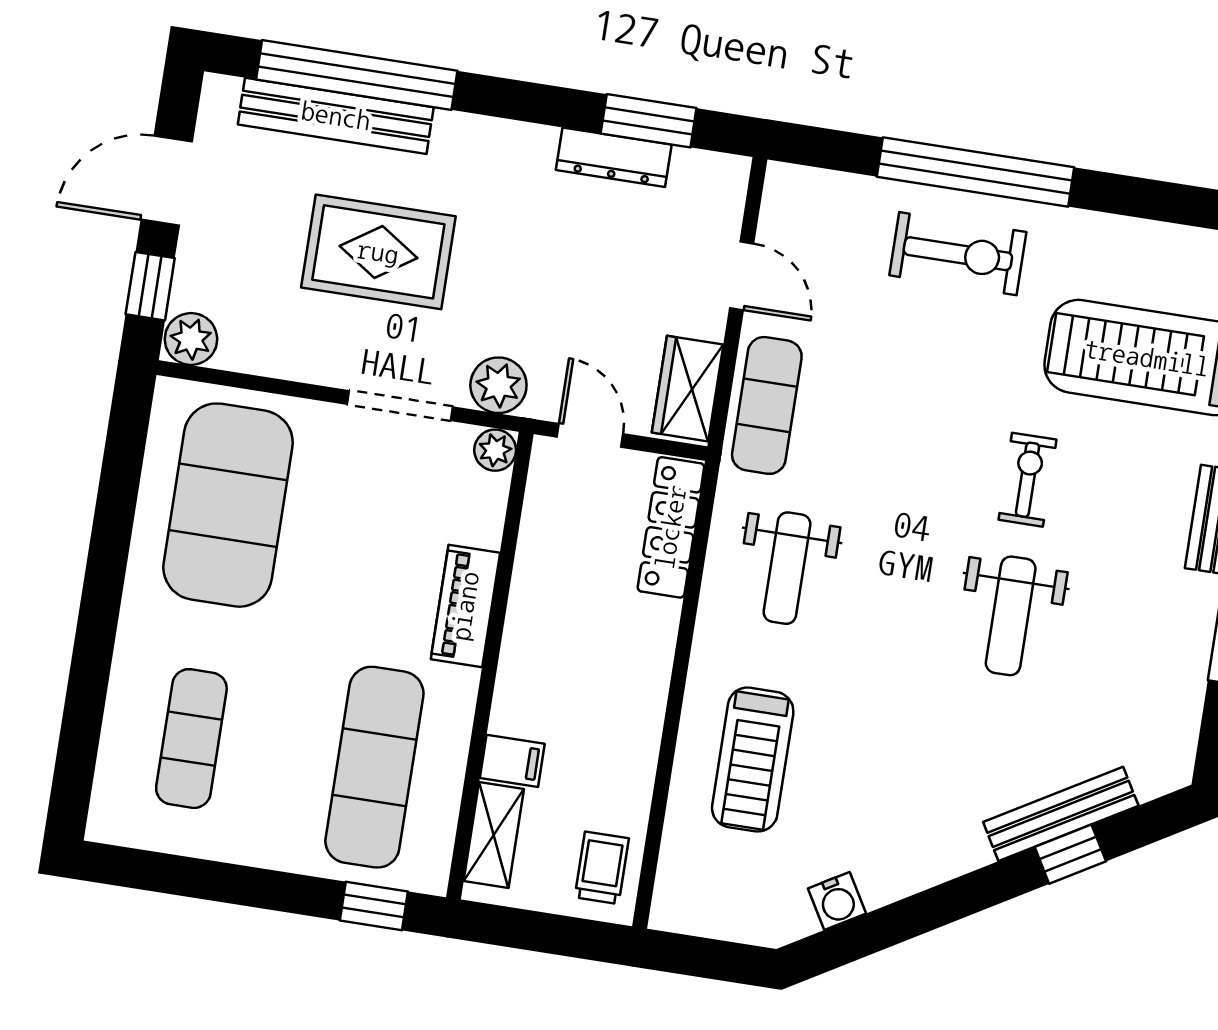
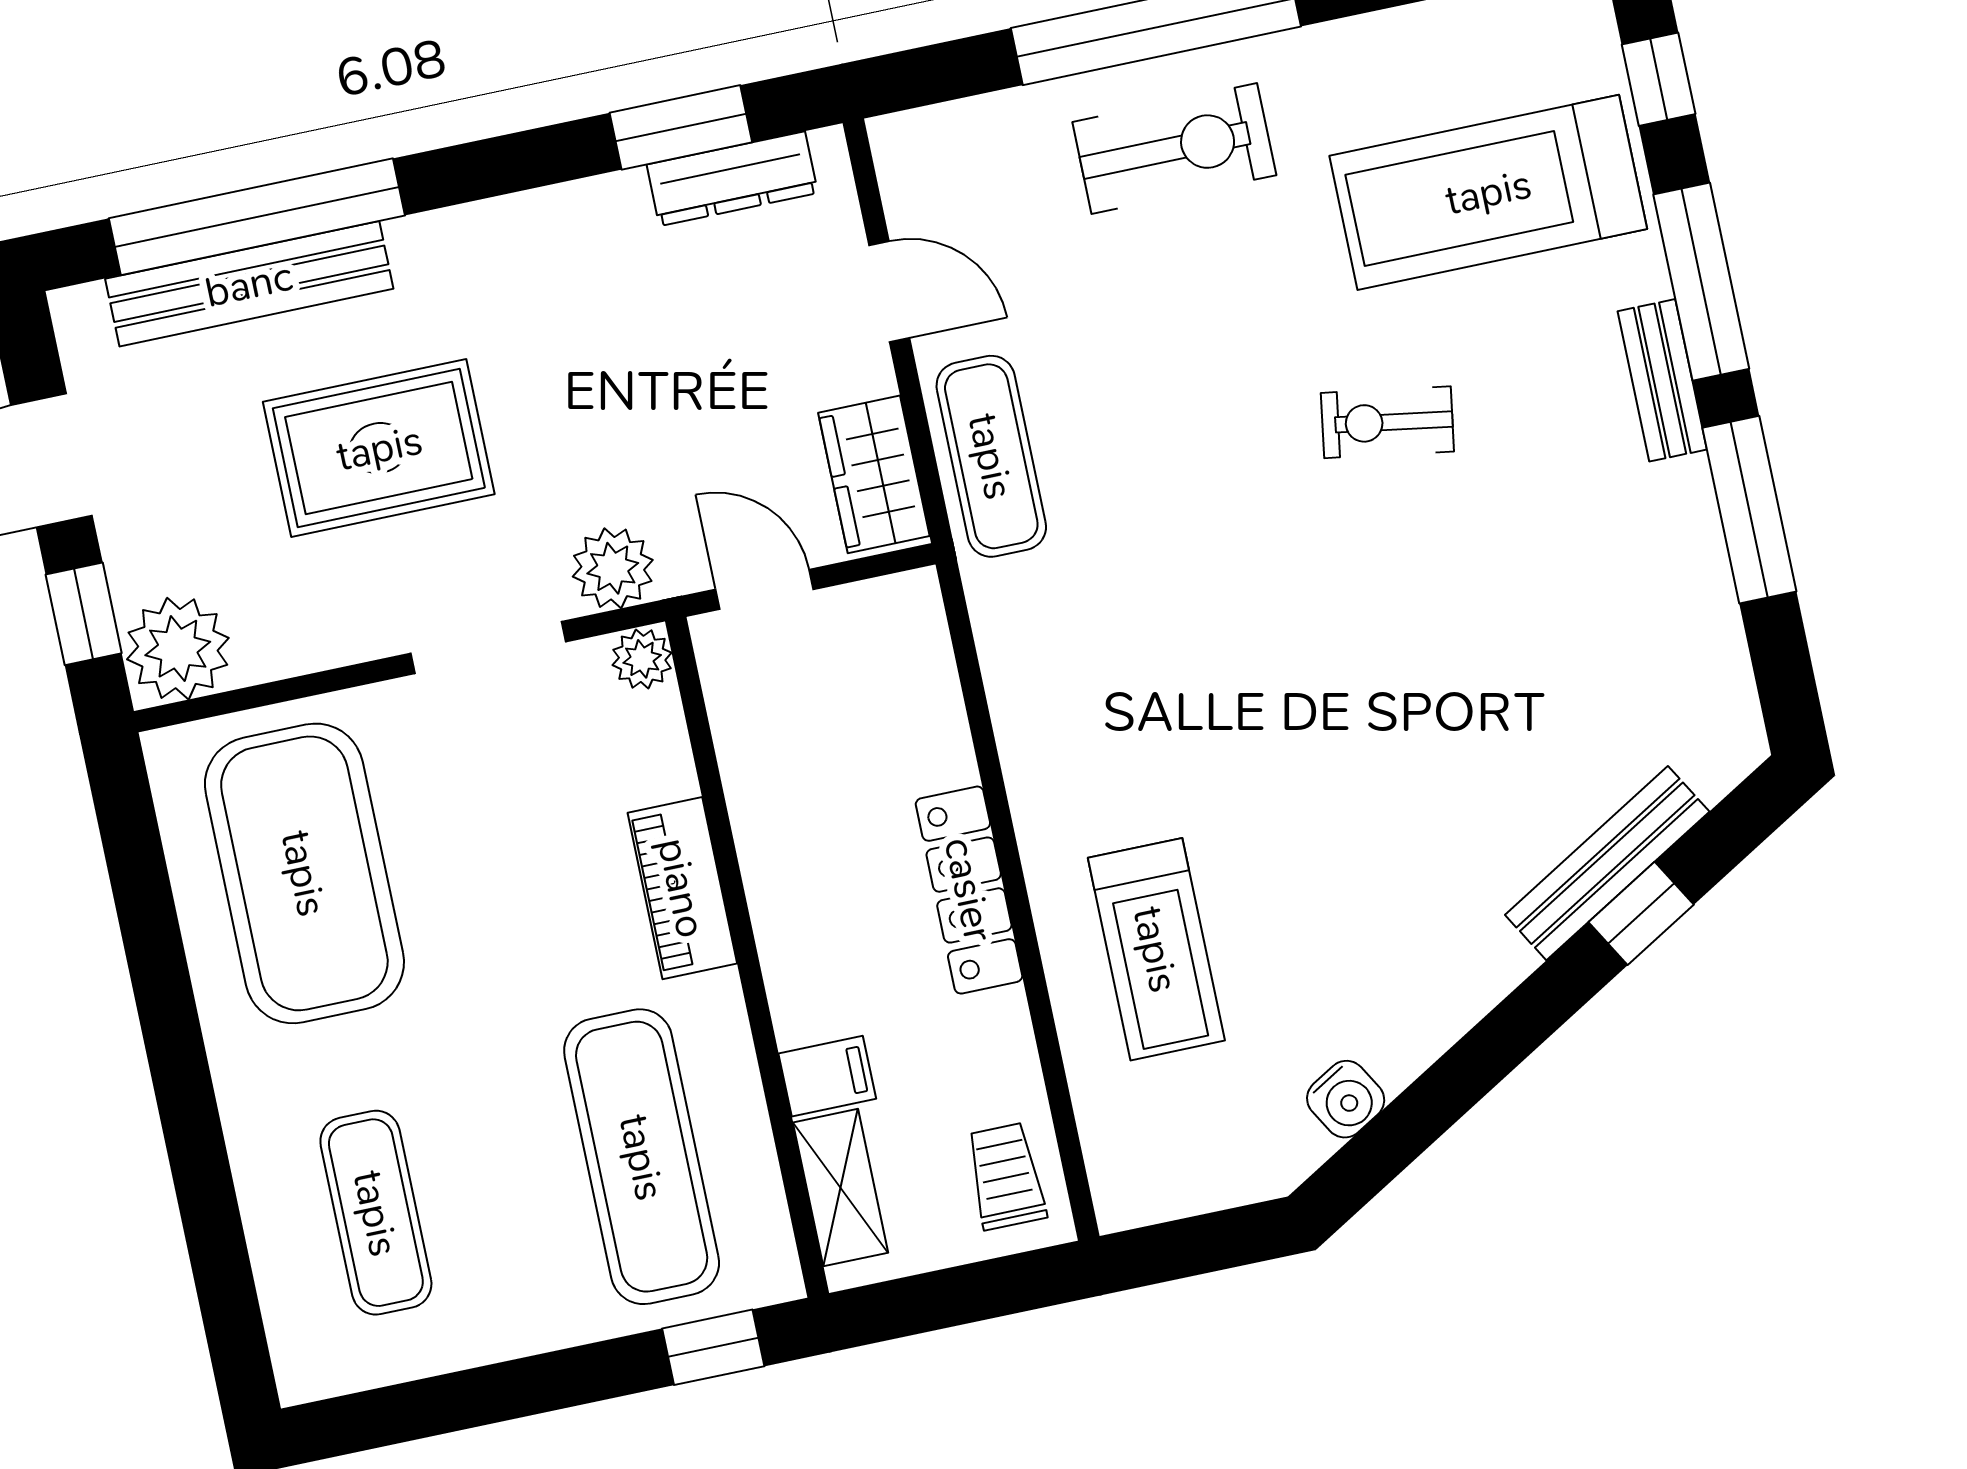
dresser: (614, 157) -> (732, 179), moved
plant: (191, 339) -> (178, 649), width x1.36, depth x1.36
exercise bike: (1027, 480) -> (1387, 422), turned -81
locker: (671, 527) -> (969, 890), moved
weight bench: (787, 568) -> (1104, 669), removed
weight bench: (1011, 616) -> (1435, 618), removed

